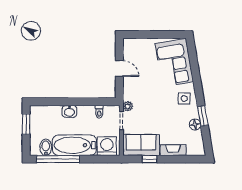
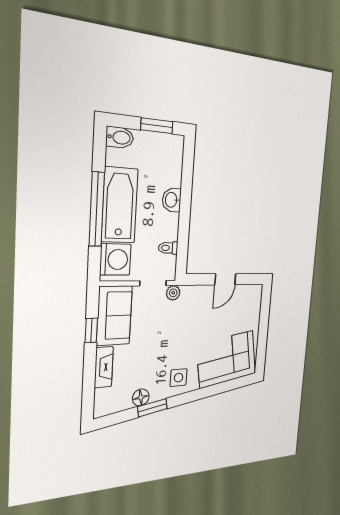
bidet: (46, 147) -> (120, 137), moved
window: (58, 159) -> (97, 209), moved

